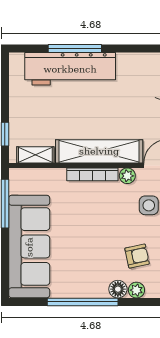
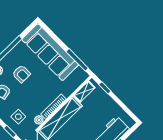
armchair: (92, 255) -> (21, 74), added

